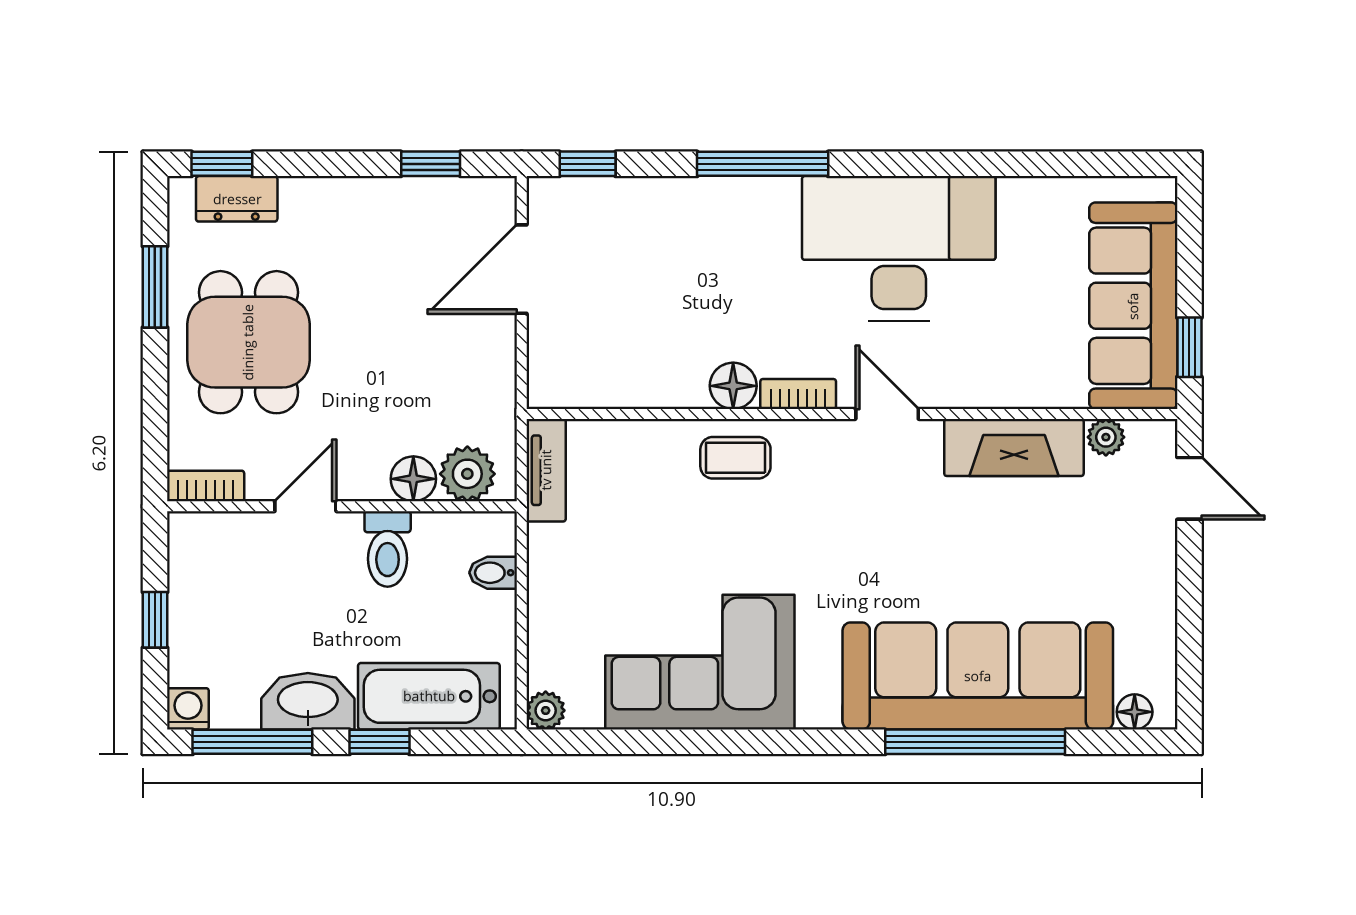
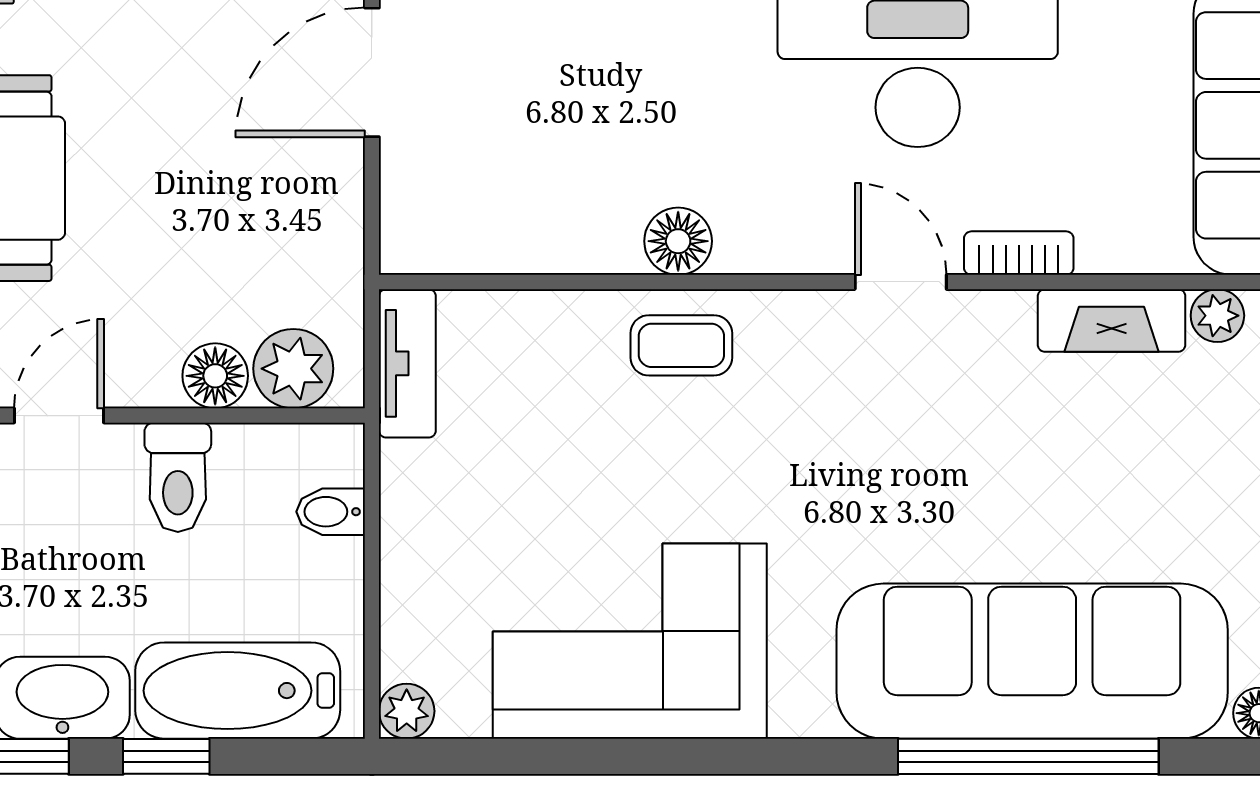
bookcase: (798, 394) -> (1019, 253), moved
fireplace: (1014, 447) -> (1112, 320), width x0.73, depth x0.76

